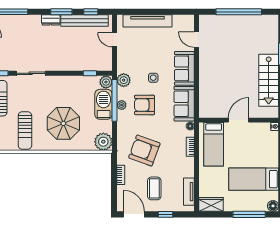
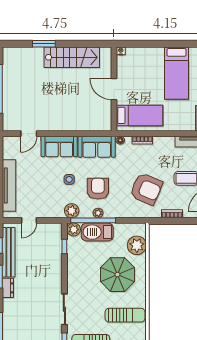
armchair: (144, 105) -> (98, 189), turned 180
plant: (103, 142) -> (137, 245), moved
armchair: (144, 151) -> (146, 189), turned -87

